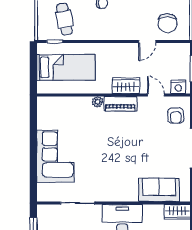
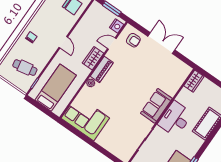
door: (147, 42) -> (63, 42), moved
corner sofa: (55, 156) -> (85, 118), moved
sofa: (159, 190) -> (156, 106), moved

